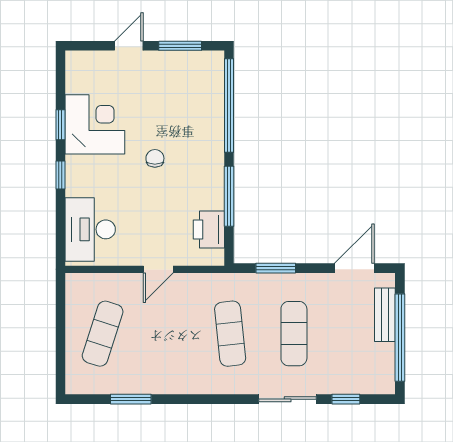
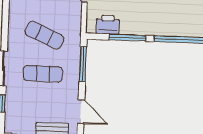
window: (276, 268) -> (83, 64), width x1.44
exercise mat: (230, 334) -> (44, 35), turned 30

